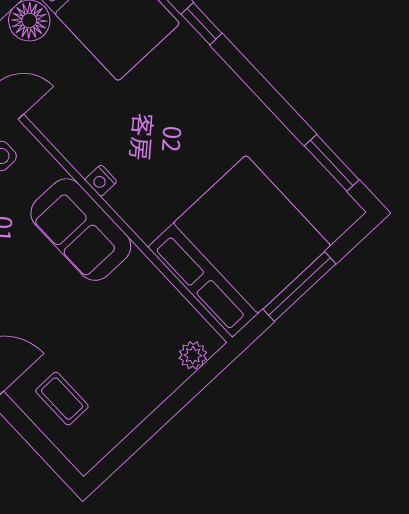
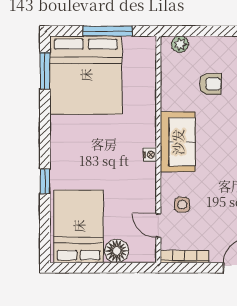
bed: (239, 246) -> (86, 75), moved, turned -90
armchair: (108, 341) -> (210, 84), added

